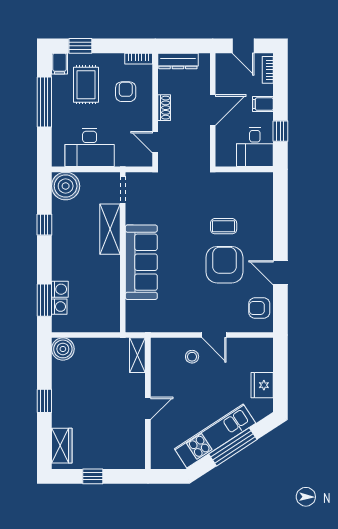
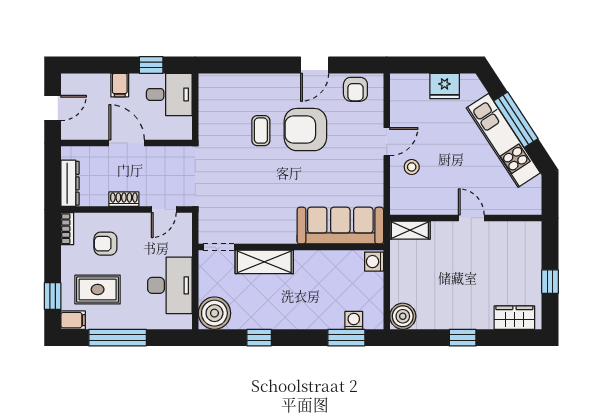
bookcase: (268, 70) -> (80, 80), removed
sofa: (141, 262) -> (340, 226), moved
washing machine: (60, 289) -> (374, 262), moved, turned -90

